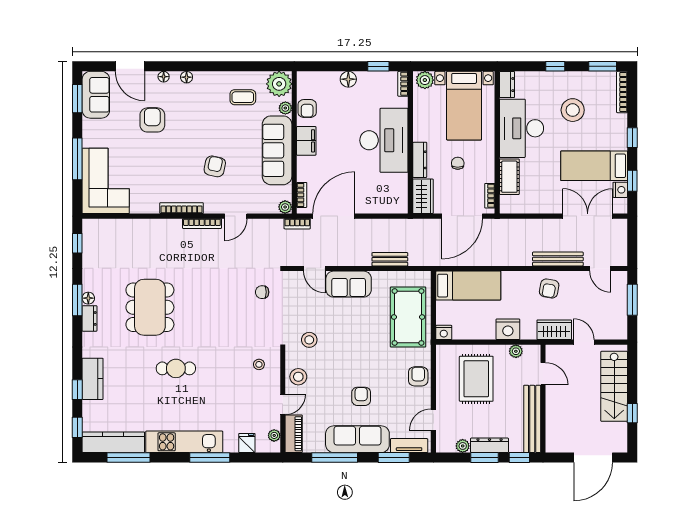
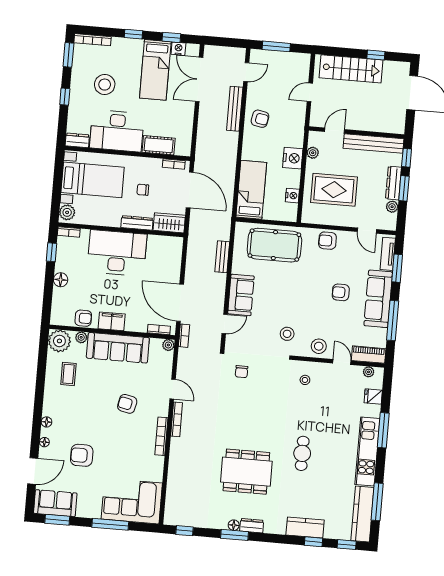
wardrobe: (554, 330) -> (297, 117), removed
nightstand: (444, 332) -> (292, 196), moved

